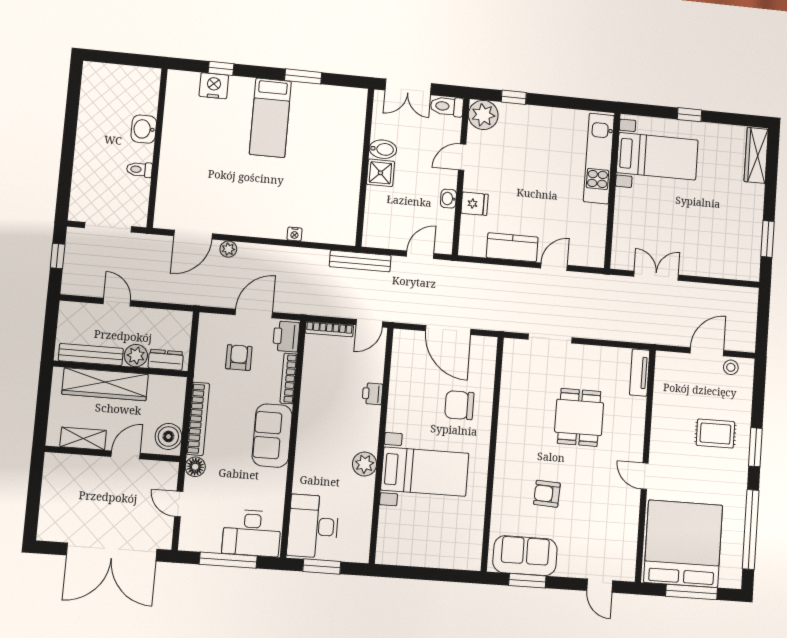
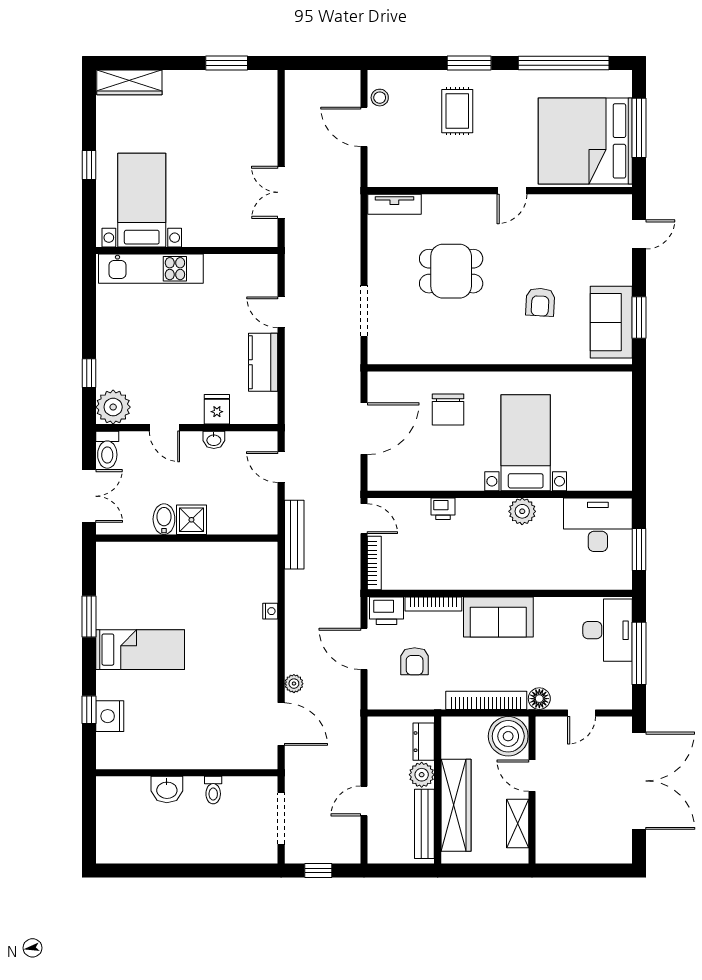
armchair: (239, 358) -> (415, 661), turned -90
boiler: (168, 436) -> (508, 736), width x1.37, depth x1.37
desk: (313, 526) -> (598, 525), moved, turned 180

